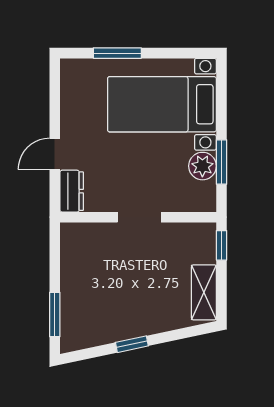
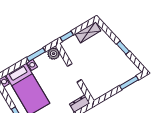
plant: (202, 166) -> (54, 54), moved

